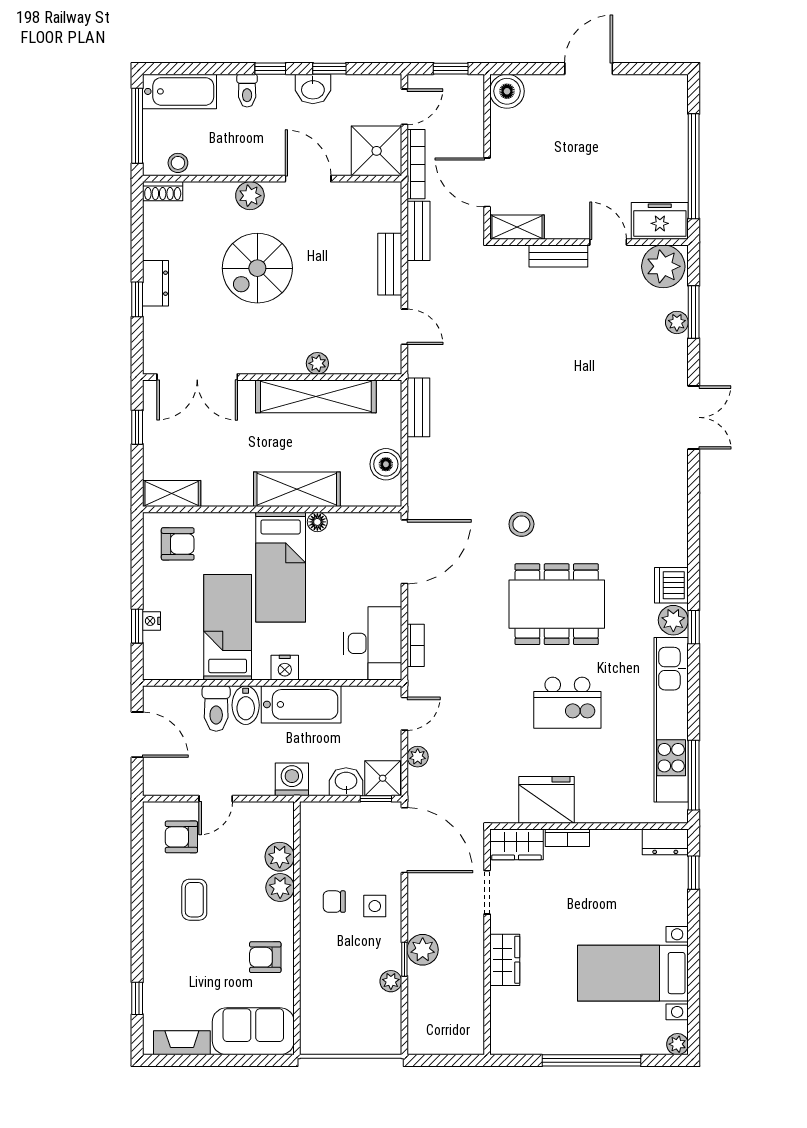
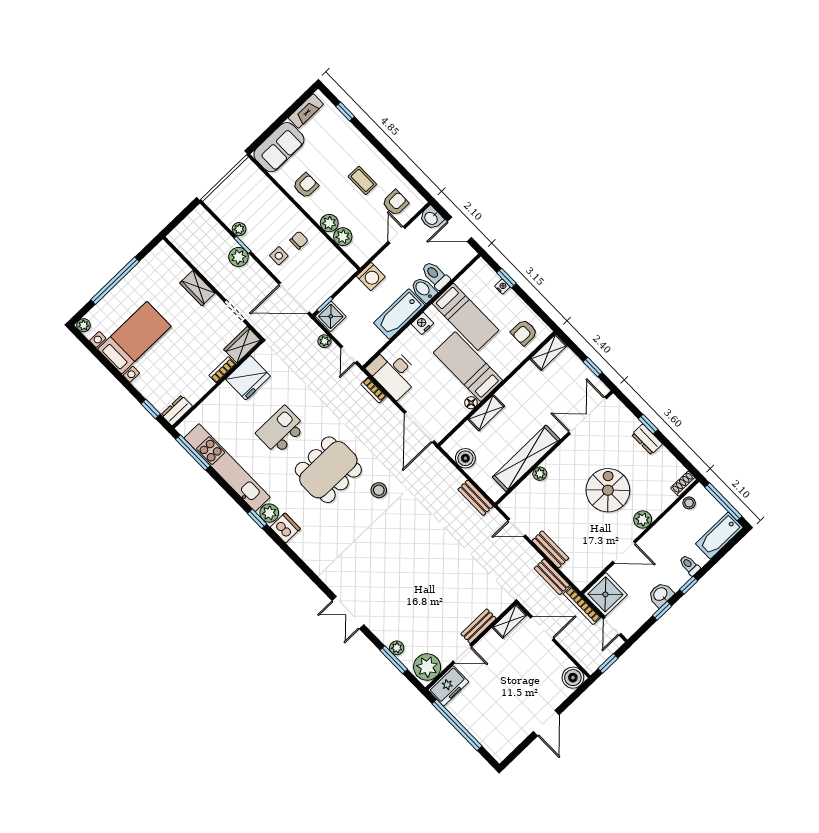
shelving: (297, 489) -> (486, 413), width x0.67, depth x0.75
washbasin: (346, 782) -> (431, 218), moved, turned 90

